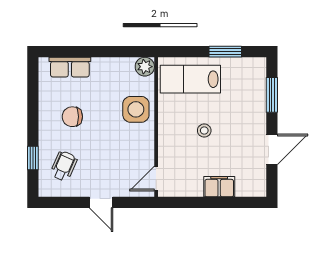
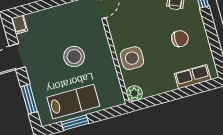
lab bench: (190, 79) -> (73, 102), moved
stool: (204, 131) -> (74, 57), width x1.89, depth x1.89
filing cabinet: (219, 187) -> (19, 25), moved, width x0.50

